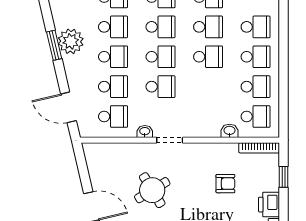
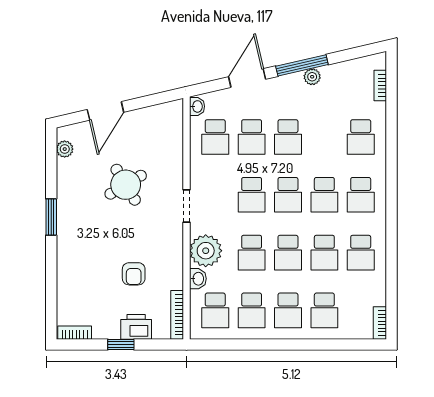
school desk: (113, 27) -> (252, 253), moved
plant: (71, 41) -> (312, 77), width x0.53, depth x0.53
window: (54, 45) -> (302, 65), width x1.44
door: (68, 107) -> (247, 78), moved
plant: (206, 124) -> (206, 251), added
washbasin: (145, 131) -> (197, 106), moved
window: (284, 177) -> (121, 344), moved
printer: (269, 205) -> (136, 327), moved

